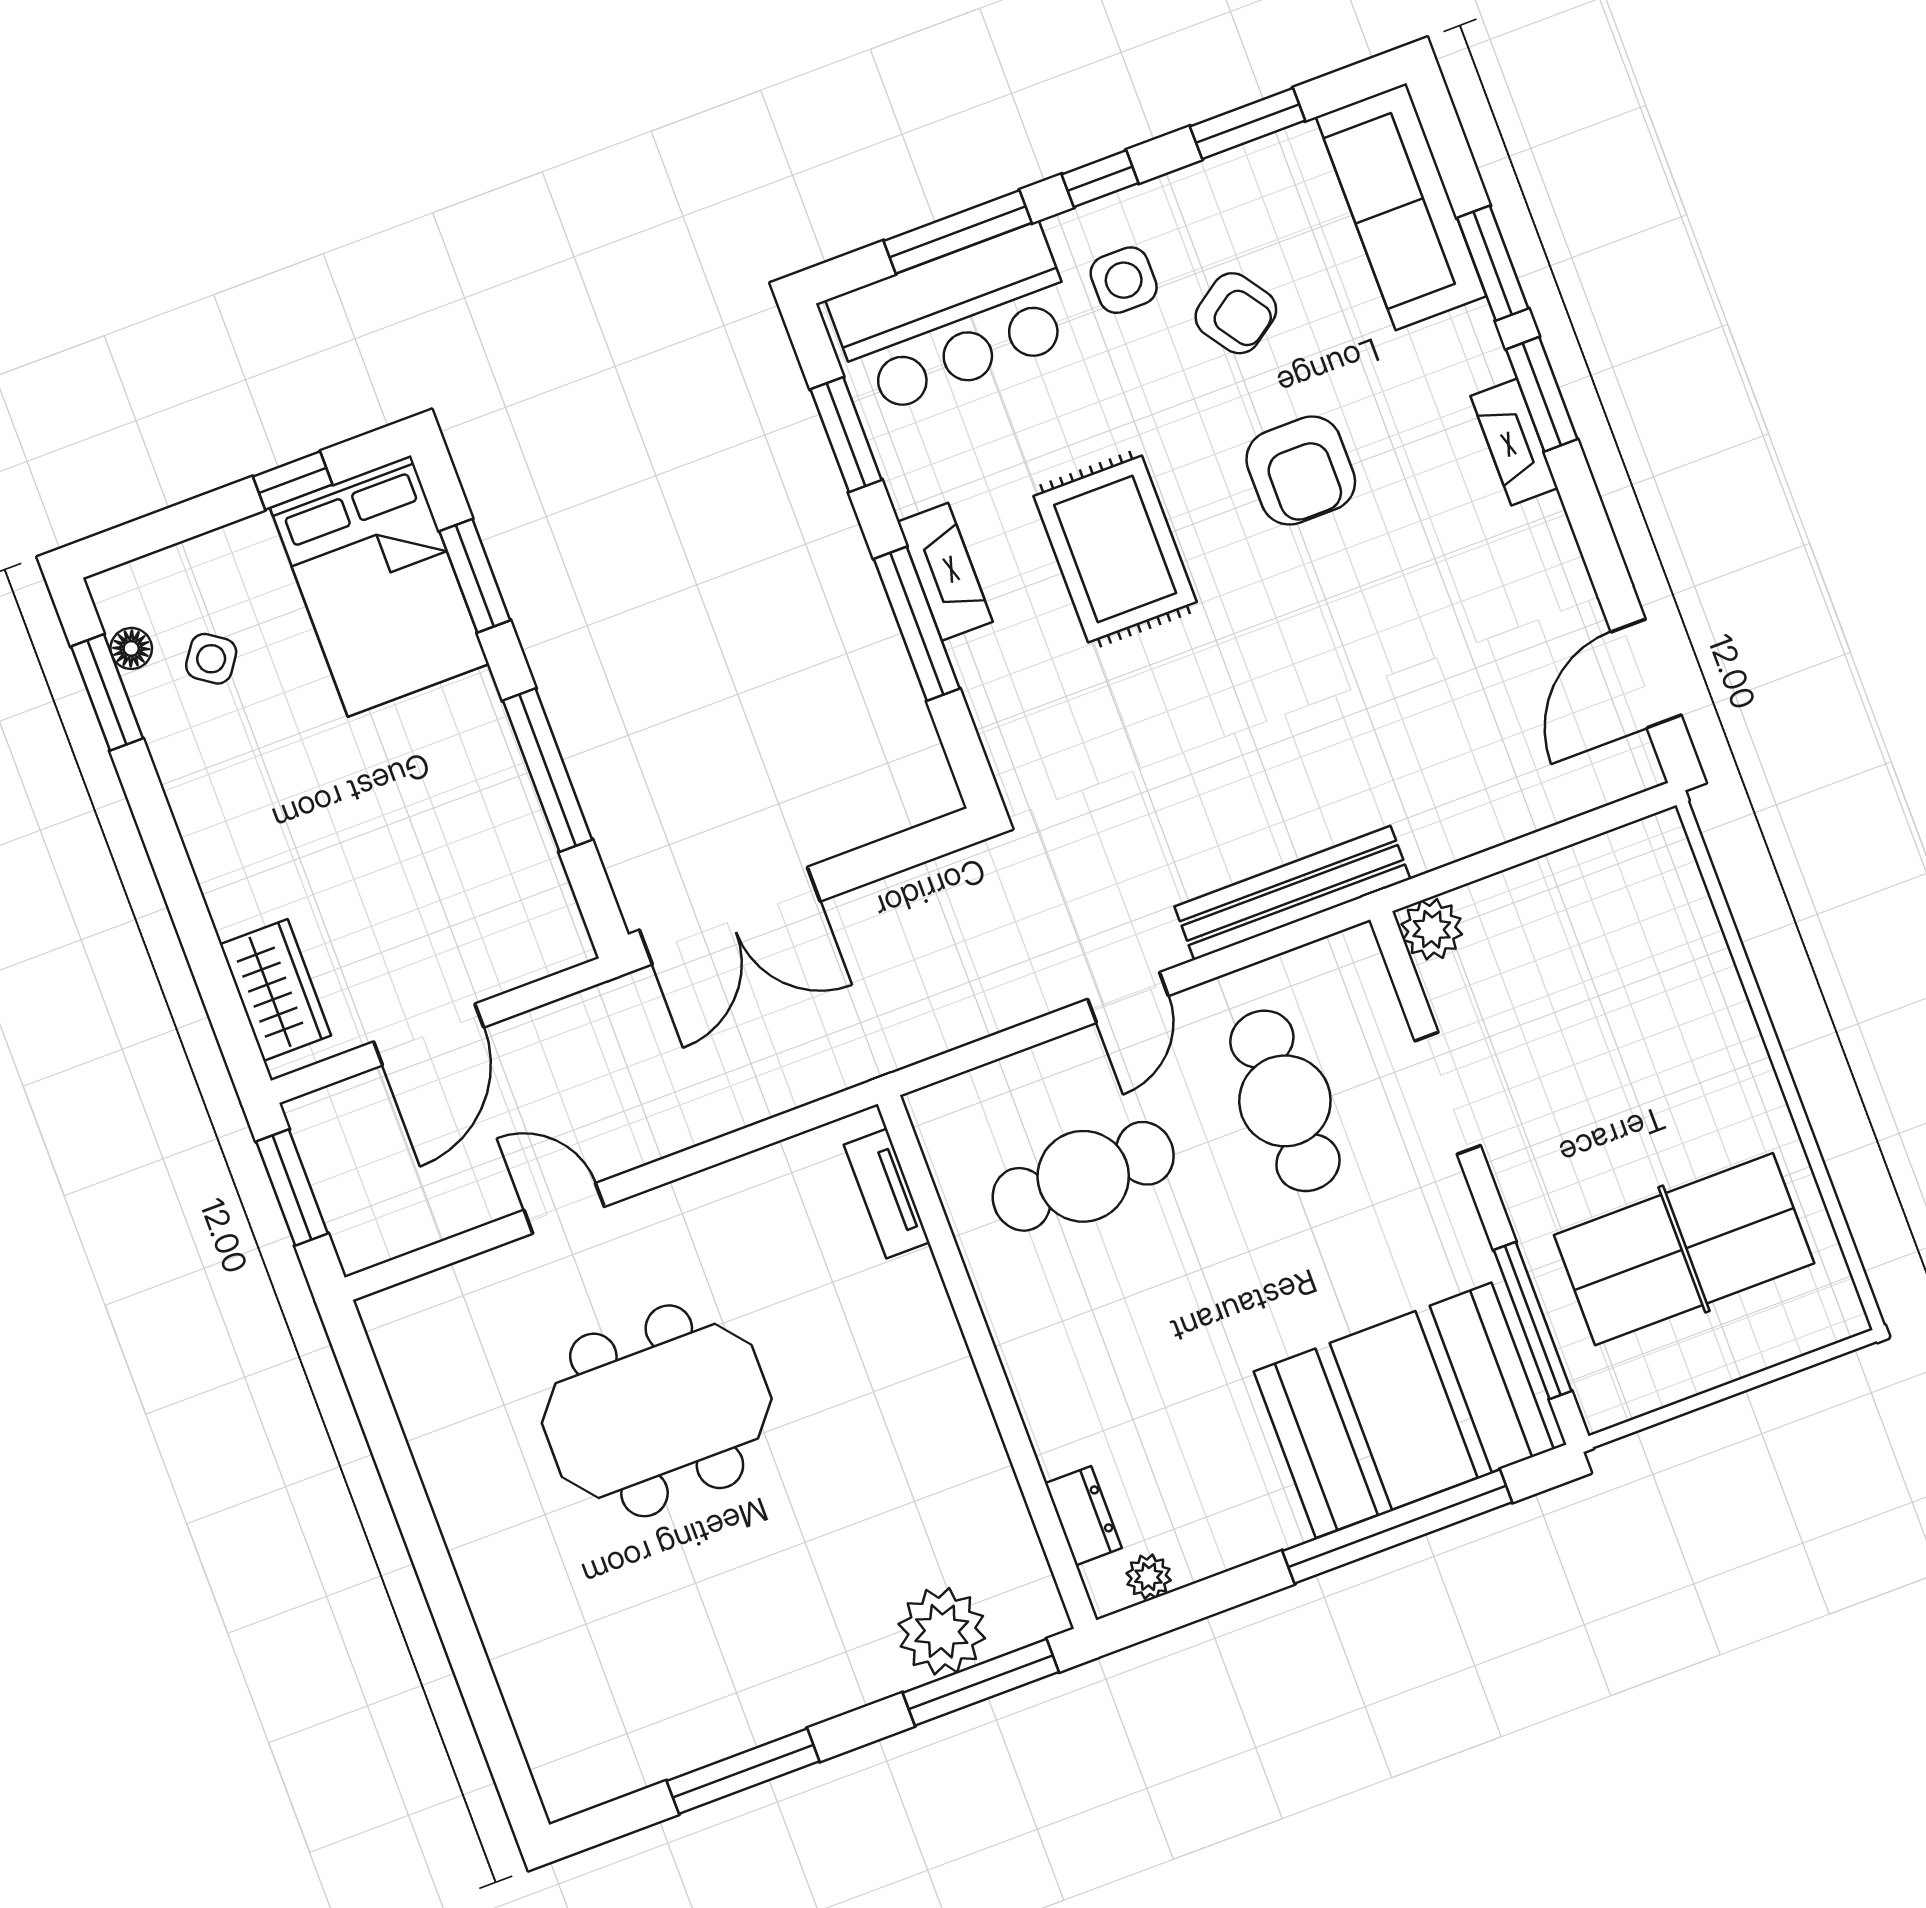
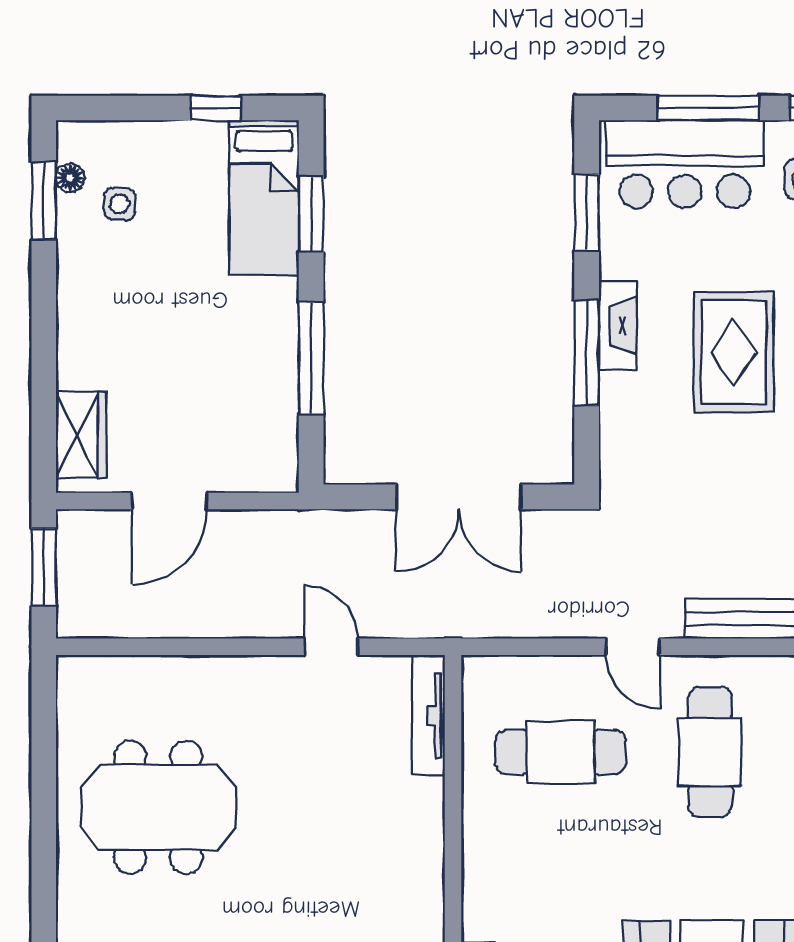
bed: (379, 586) -> (264, 198), width x0.67
side table: (211, 659) -> (120, 204), turned -31
double door: (730, 916) -> (459, 497), moved
door: (1128, 997) -> (633, 647), hinge flipped
tv unit: (887, 1194) -> (429, 716), width x1.41
door: (564, 1208) -> (331, 647), moved
meeting table: (657, 1411) -> (158, 807), moved

